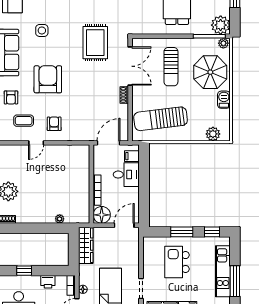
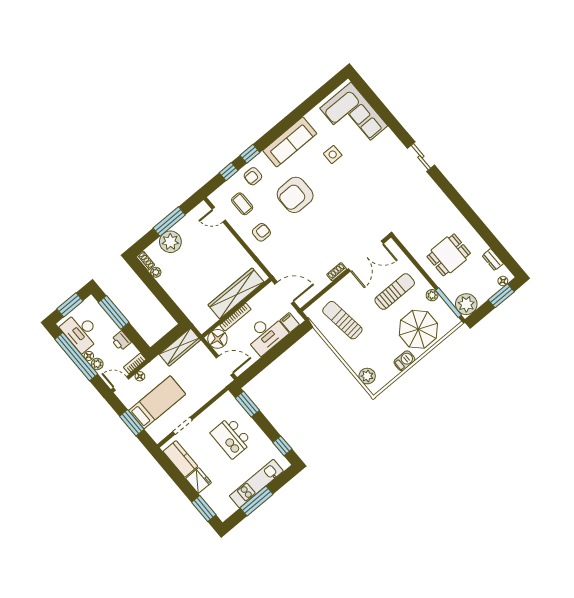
rug: (95, 43) -> (361, 209), removed
plant: (223, 43) -> (432, 295), moved
sun lounger: (171, 67) -> (395, 292), turned 180
armchair: (48, 79) -> (295, 195), turned 180
sun lounger: (161, 119) -> (342, 320), width x0.73, depth x0.75
door: (36, 143) -> (219, 215), moved
desk: (126, 175) -> (266, 334), width x1.37
wardrobe: (81, 176) -> (236, 293), added
plant: (60, 219) -> (156, 272), moved
window: (182, 232) -> (247, 404), moved
kitchen island: (177, 262) -> (231, 438), turned -90
window: (24, 271) -> (114, 312), width x2.17

